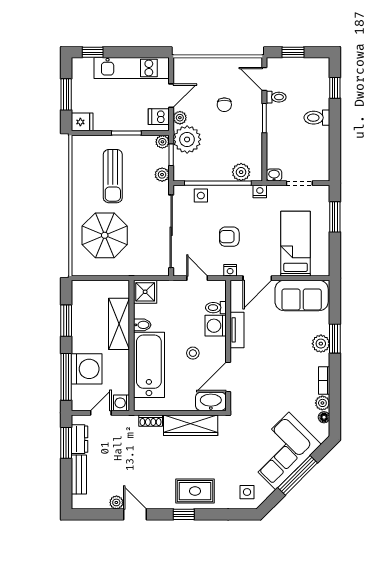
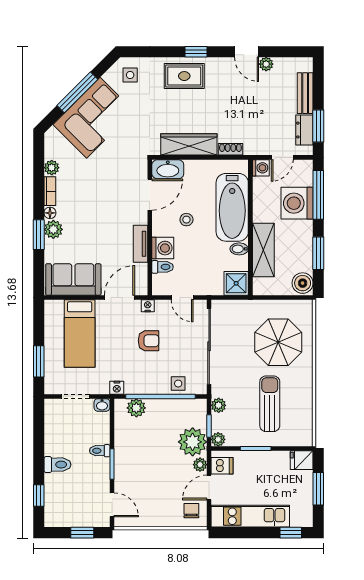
toilet: (276, 97) -> (100, 451), moved
chair: (224, 105) -> (191, 511), moved
boiler: (81, 292) -> (303, 283), added
floor lamp: (324, 417) -> (50, 213), moved

